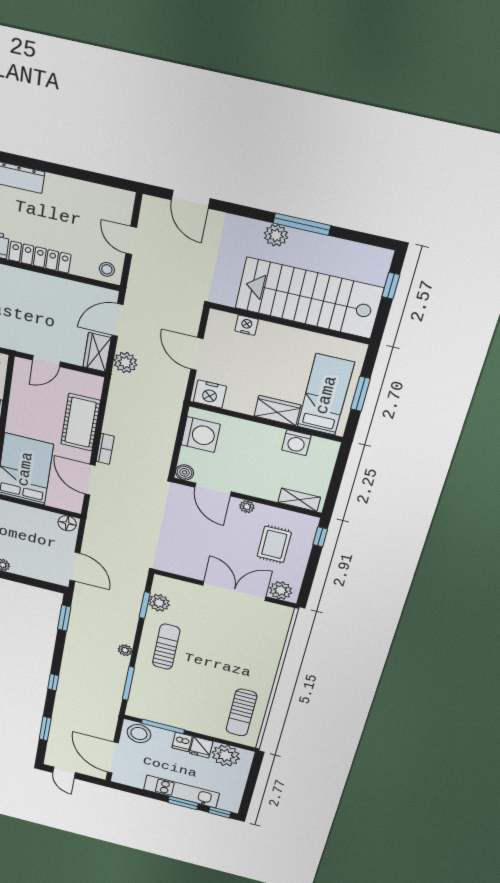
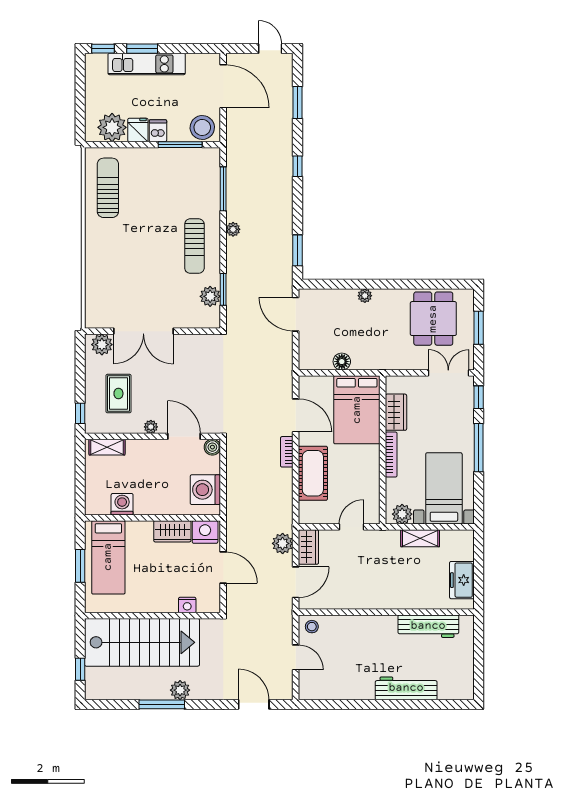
locker: (40, 257) -> (370, 624), removed
wardrobe: (277, 411) -> (172, 531), moved
floor lamp: (67, 523) -> (342, 362), moved

